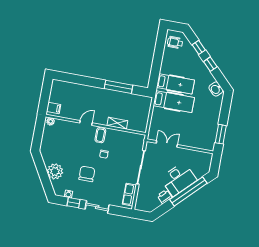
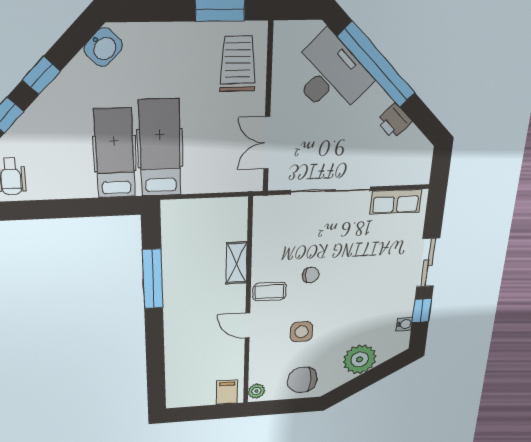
trolley: (200, 137) -> (238, 64), added
side table: (77, 146) -> (302, 332), added
chair: (87, 174) -> (302, 380), moved
desk: (179, 179) -> (330, 76), moved

